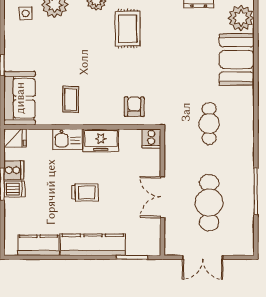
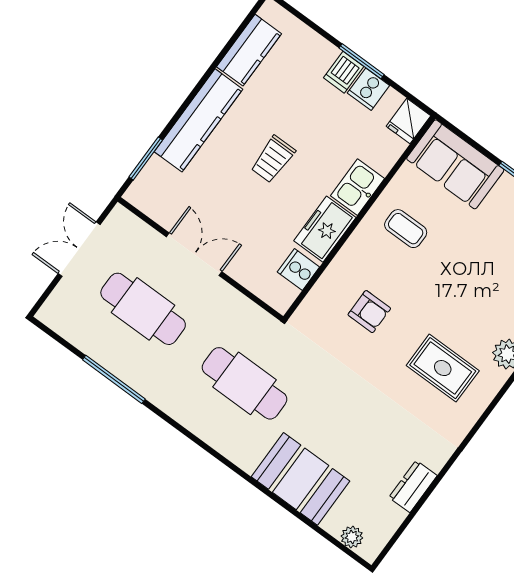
plant: (241, 18) -> (352, 537), width x0.53, depth x0.53
armchair: (134, 107) -> (369, 312), moved
cafe table: (209, 123) -> (245, 383), width x1.37, depth x1.35
cooker: (151, 139) -> (298, 269), moved

